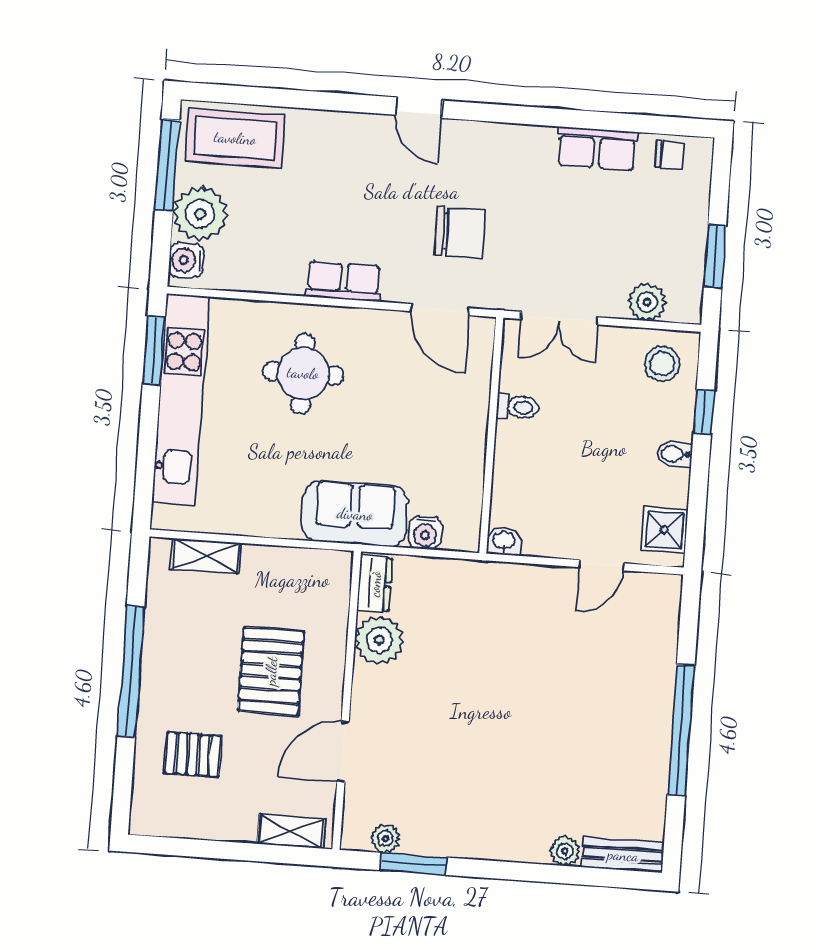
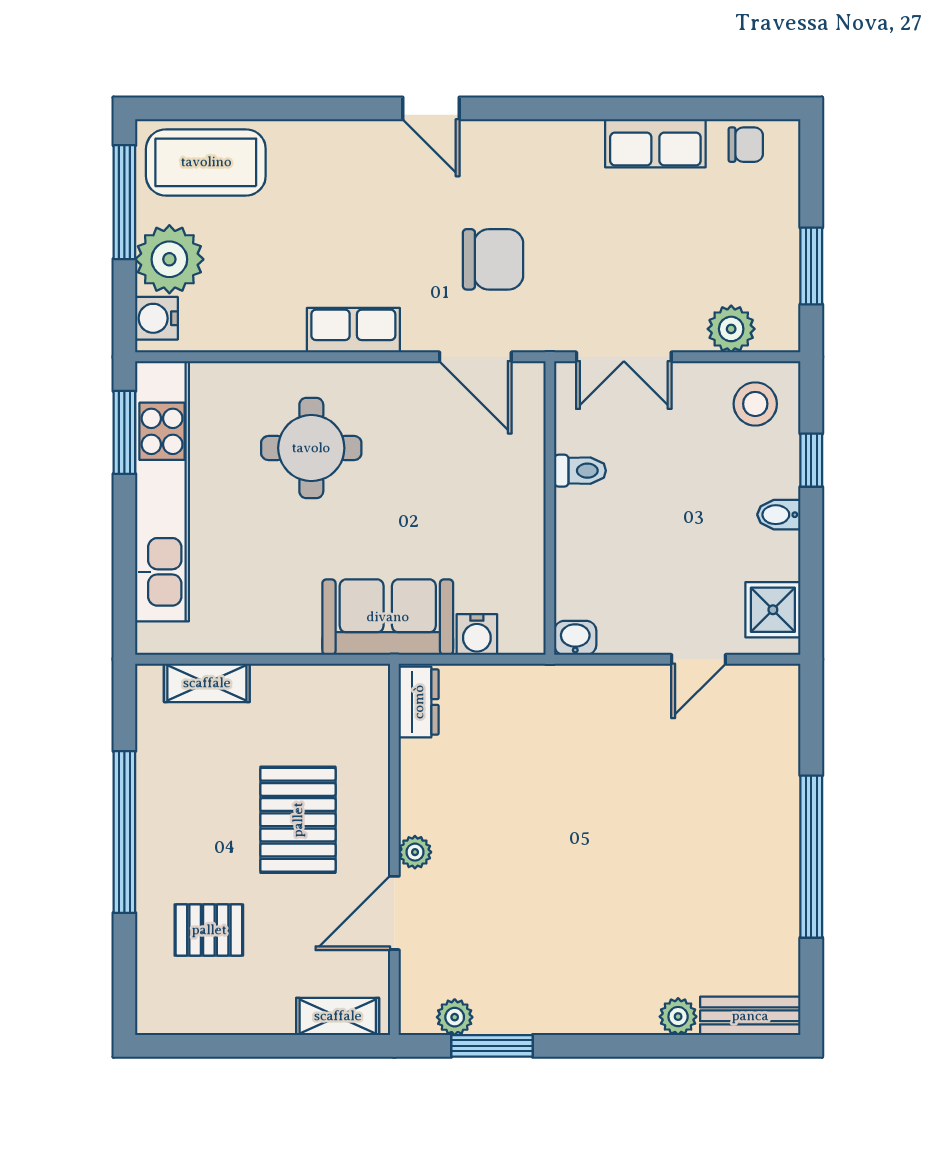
plant: (379, 640) -> (415, 852), moved, width x0.53, depth x0.53

